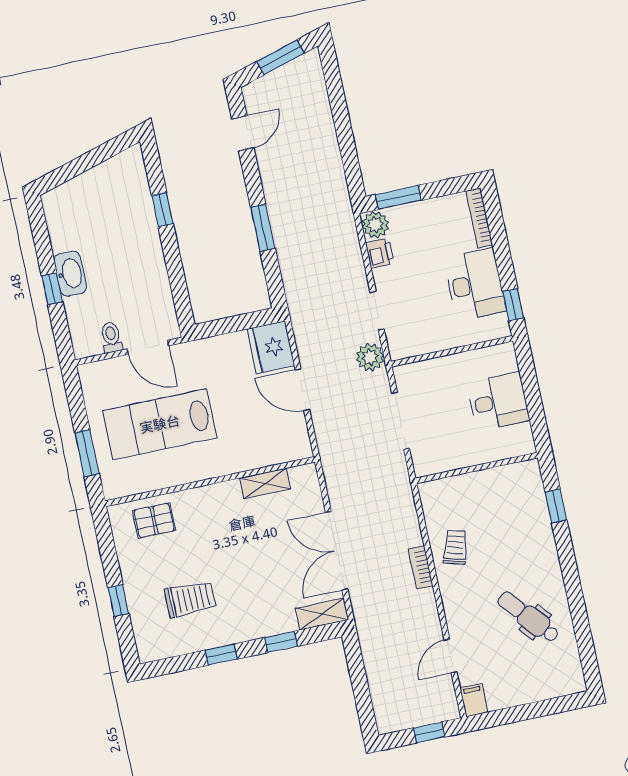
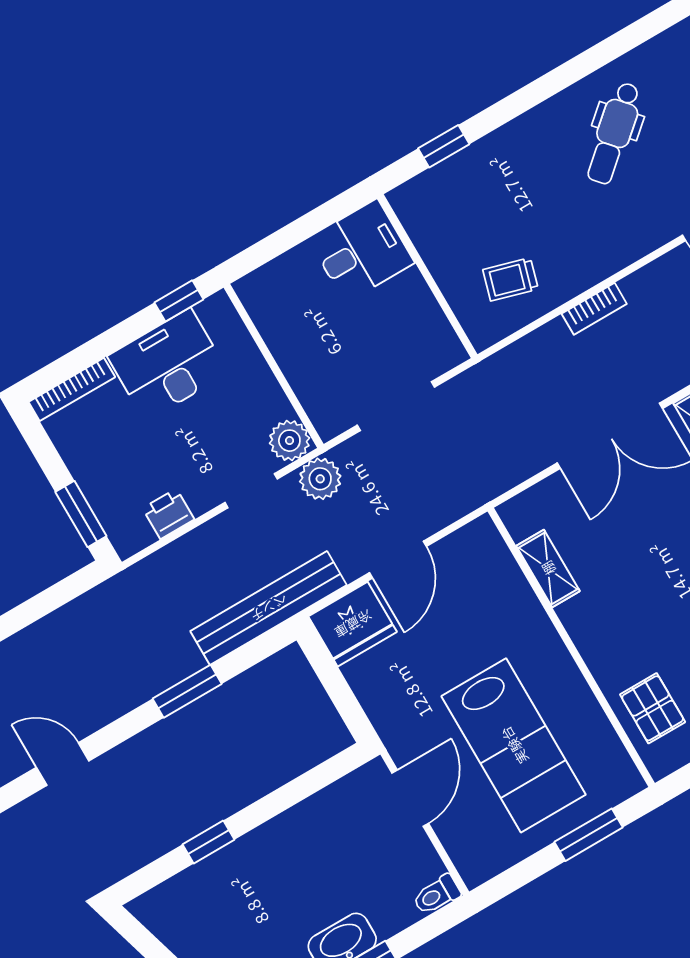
plant: (375, 225) -> (289, 441), moved
bench: (299, 297) -> (269, 608), added
toilet: (111, 337) -> (437, 895), moved
desk: (498, 401) -> (361, 251), moved, turned 90
trolley: (455, 547) -> (510, 279), moved

